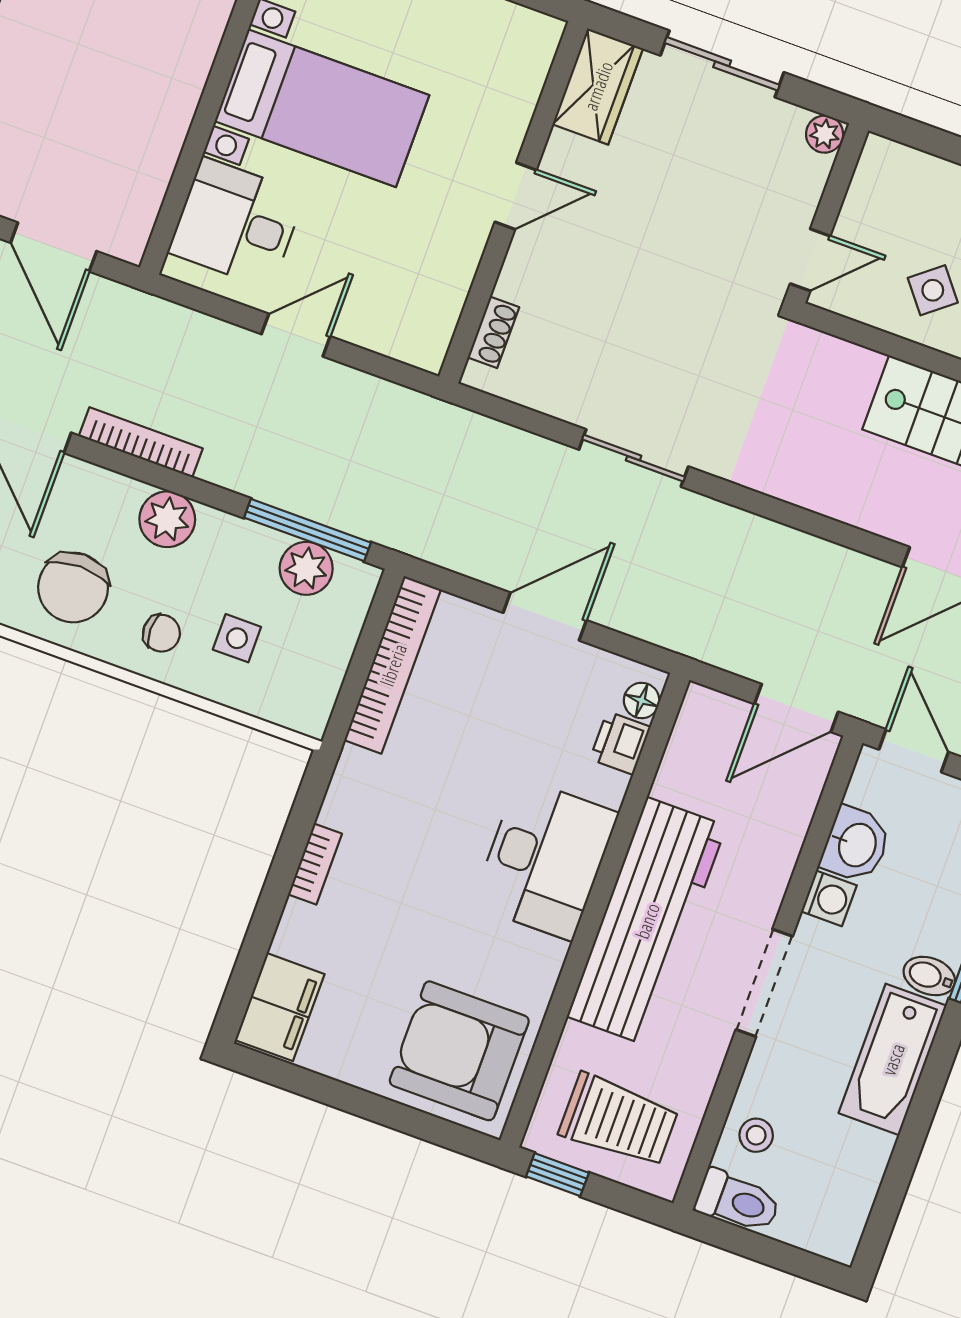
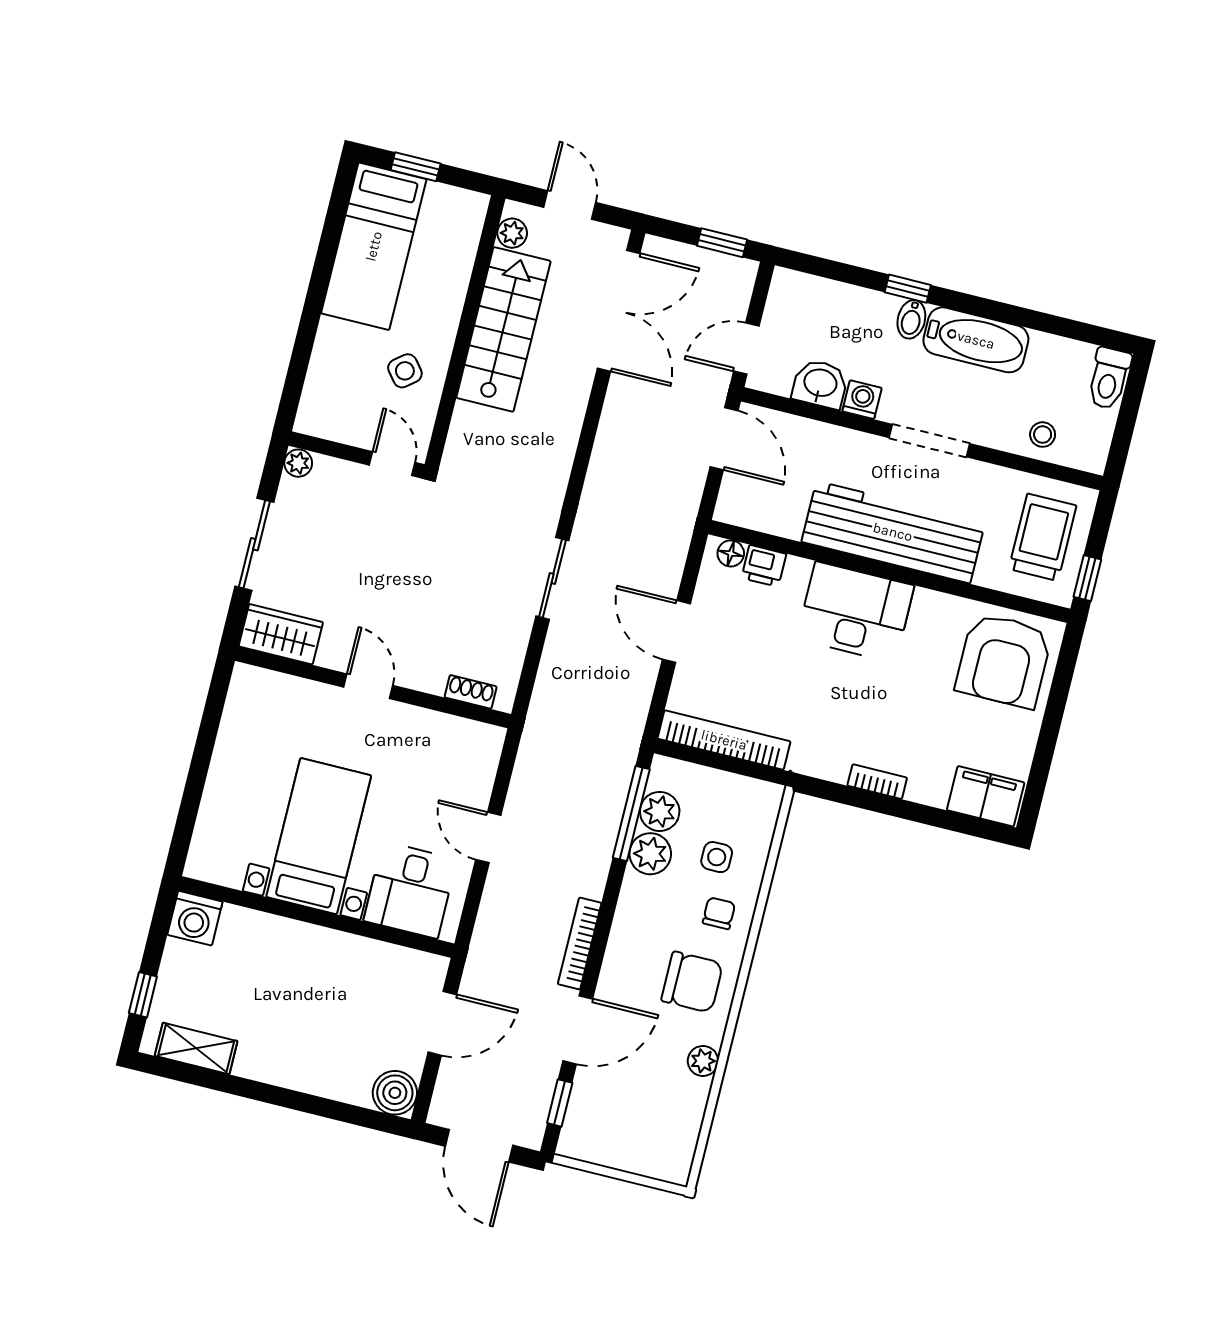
plant: (167, 519) -> (650, 854), moved
toilet: (738, 1201) -> (1109, 378), moved, turned 180

